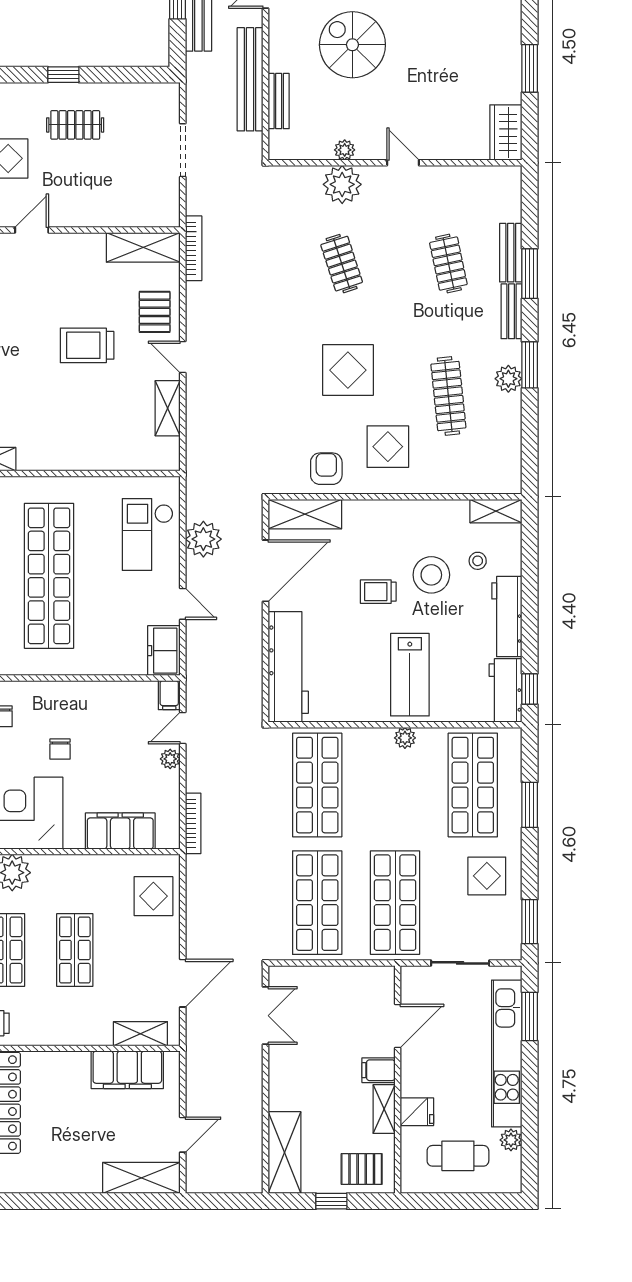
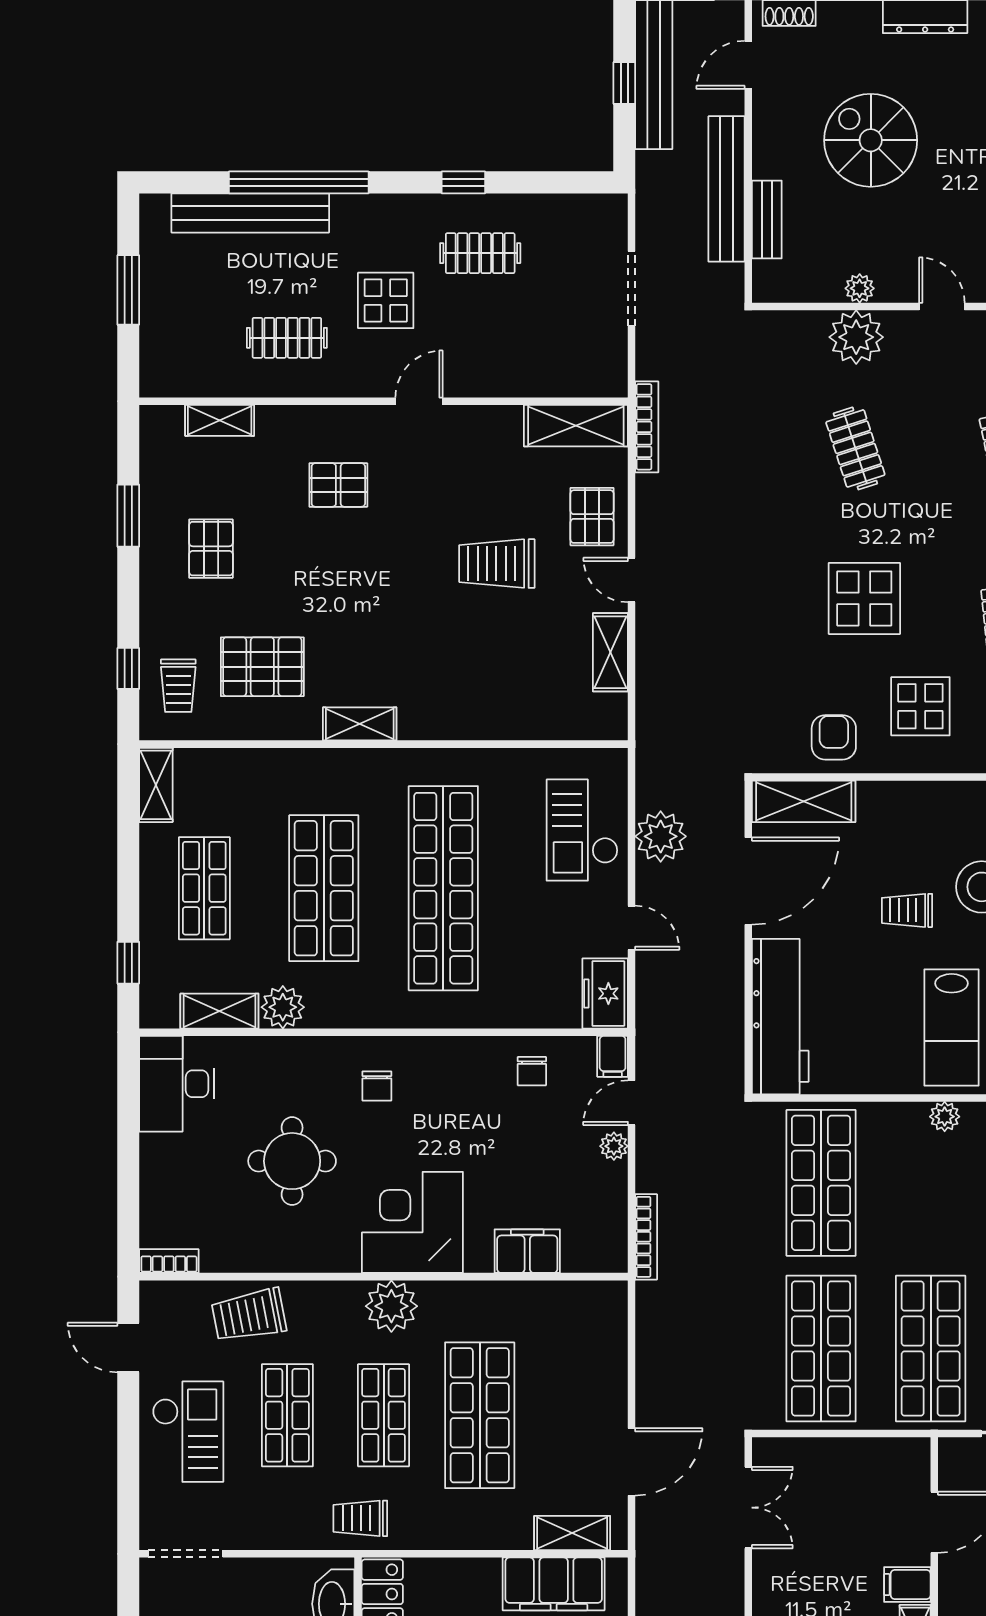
chair: (60, 749) -> (532, 1071), moved
filing cabinet: (120, 831) -> (527, 1251), width x0.67, depth x0.86
display table: (153, 896) -> (590, 1339), removed
shop shelf: (75, 950) -> (480, 1415), width x1.43, depth x1.36

